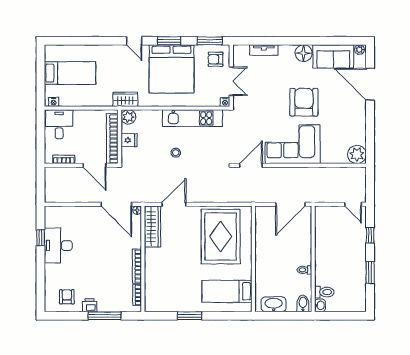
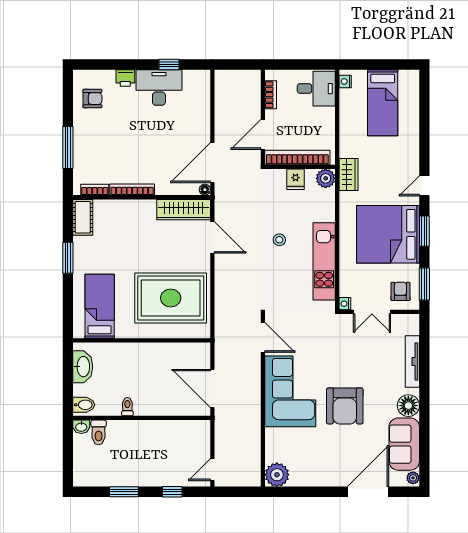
tv unit: (264, 50) -> (412, 362), width x1.41
armchair: (304, 102) -> (345, 406), turned 90
cot: (158, 304) -> (83, 217), added
printer: (90, 305) -> (125, 78), moved, turned 90

